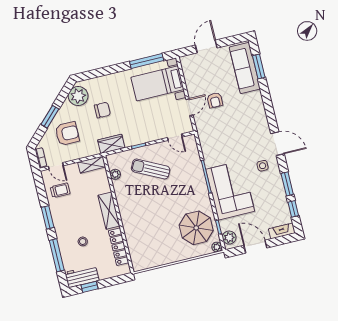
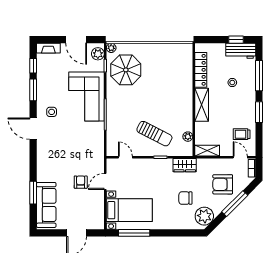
window: (259, 66) -> (33, 193), moved
window: (50, 117) -> (235, 204), width x1.44

